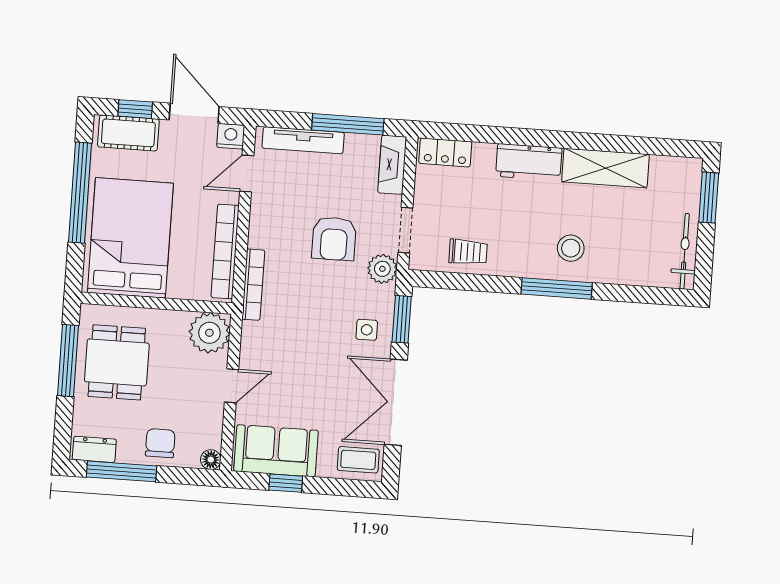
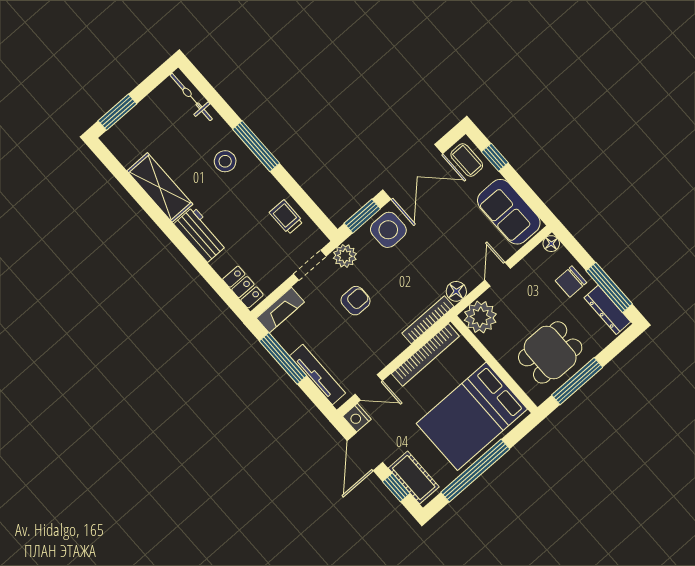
armchair: (334, 239) -> (356, 301), width x0.72, depth x0.72
bicycle: (685, 251) -> (191, 97), moved, turned 90
side table: (367, 330) -> (388, 230), width x1.87, depth x1.87
floor lamp: (253, 335) -> (456, 291), added
door: (232, 386) -> (498, 274), hinge flipped
dresser: (94, 449) -> (607, 310), width x1.44
window: (286, 483) -> (495, 157), moved

